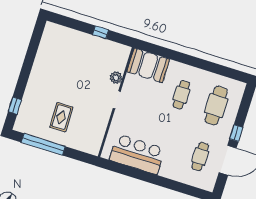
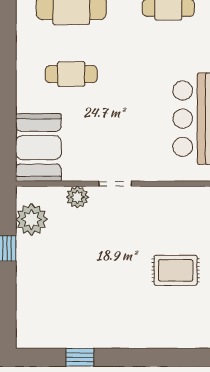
plant: (112, 50) -> (31, 219), added
window: (15, 106) -> (80, 357), moved

